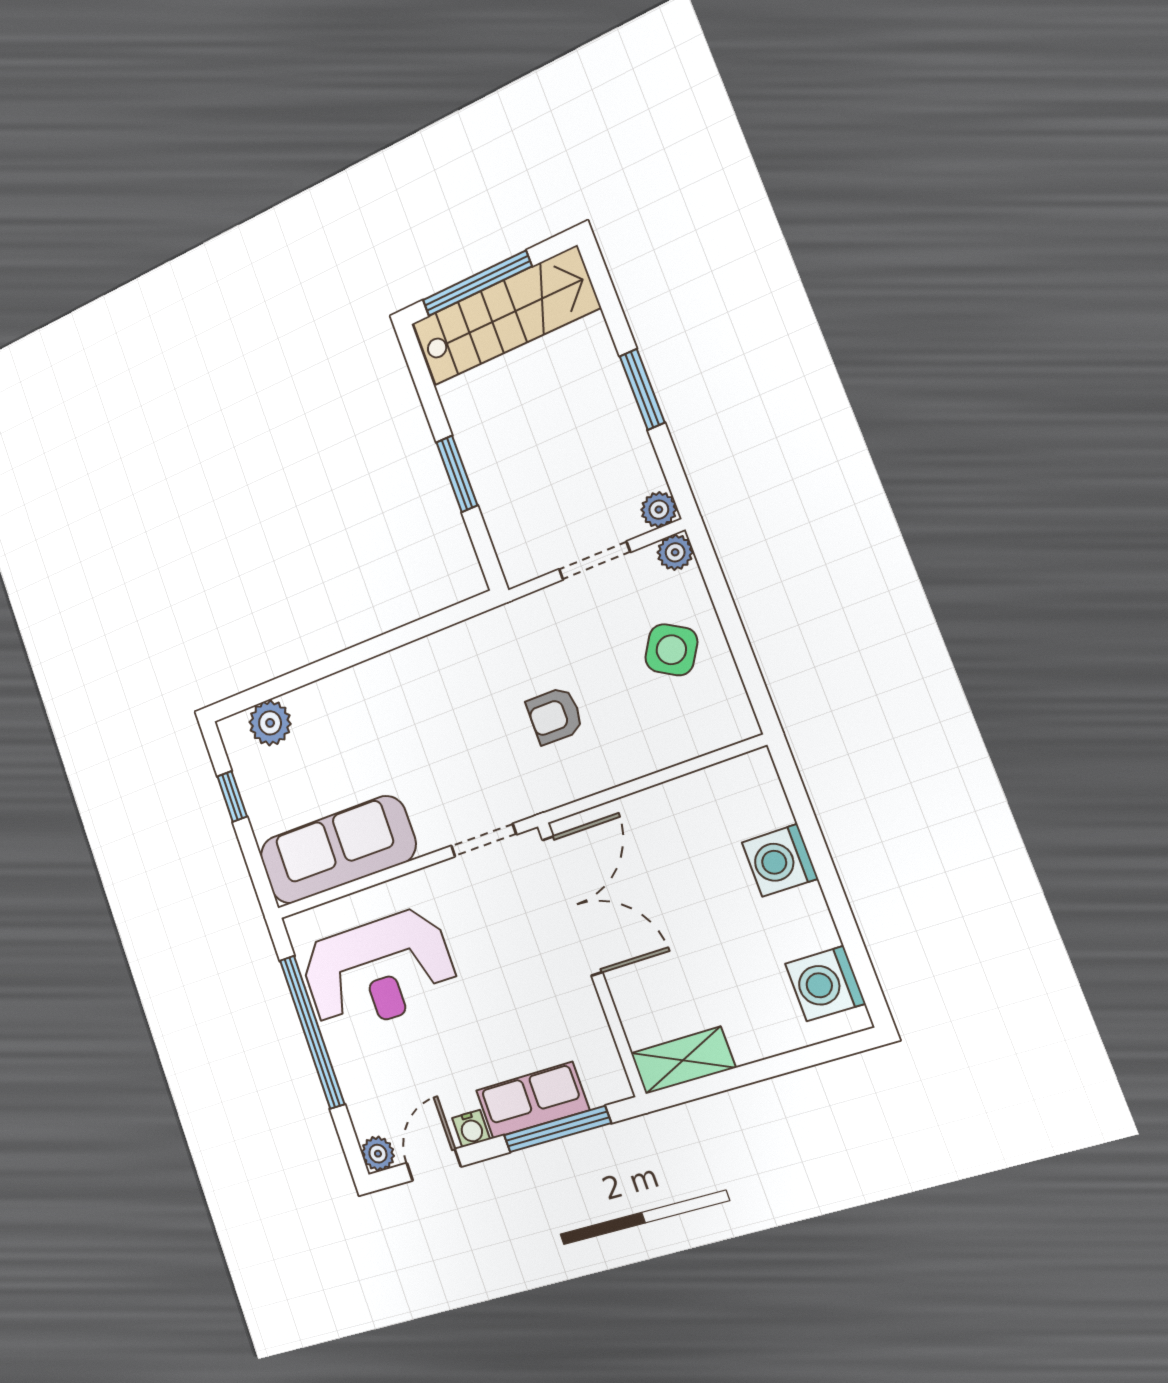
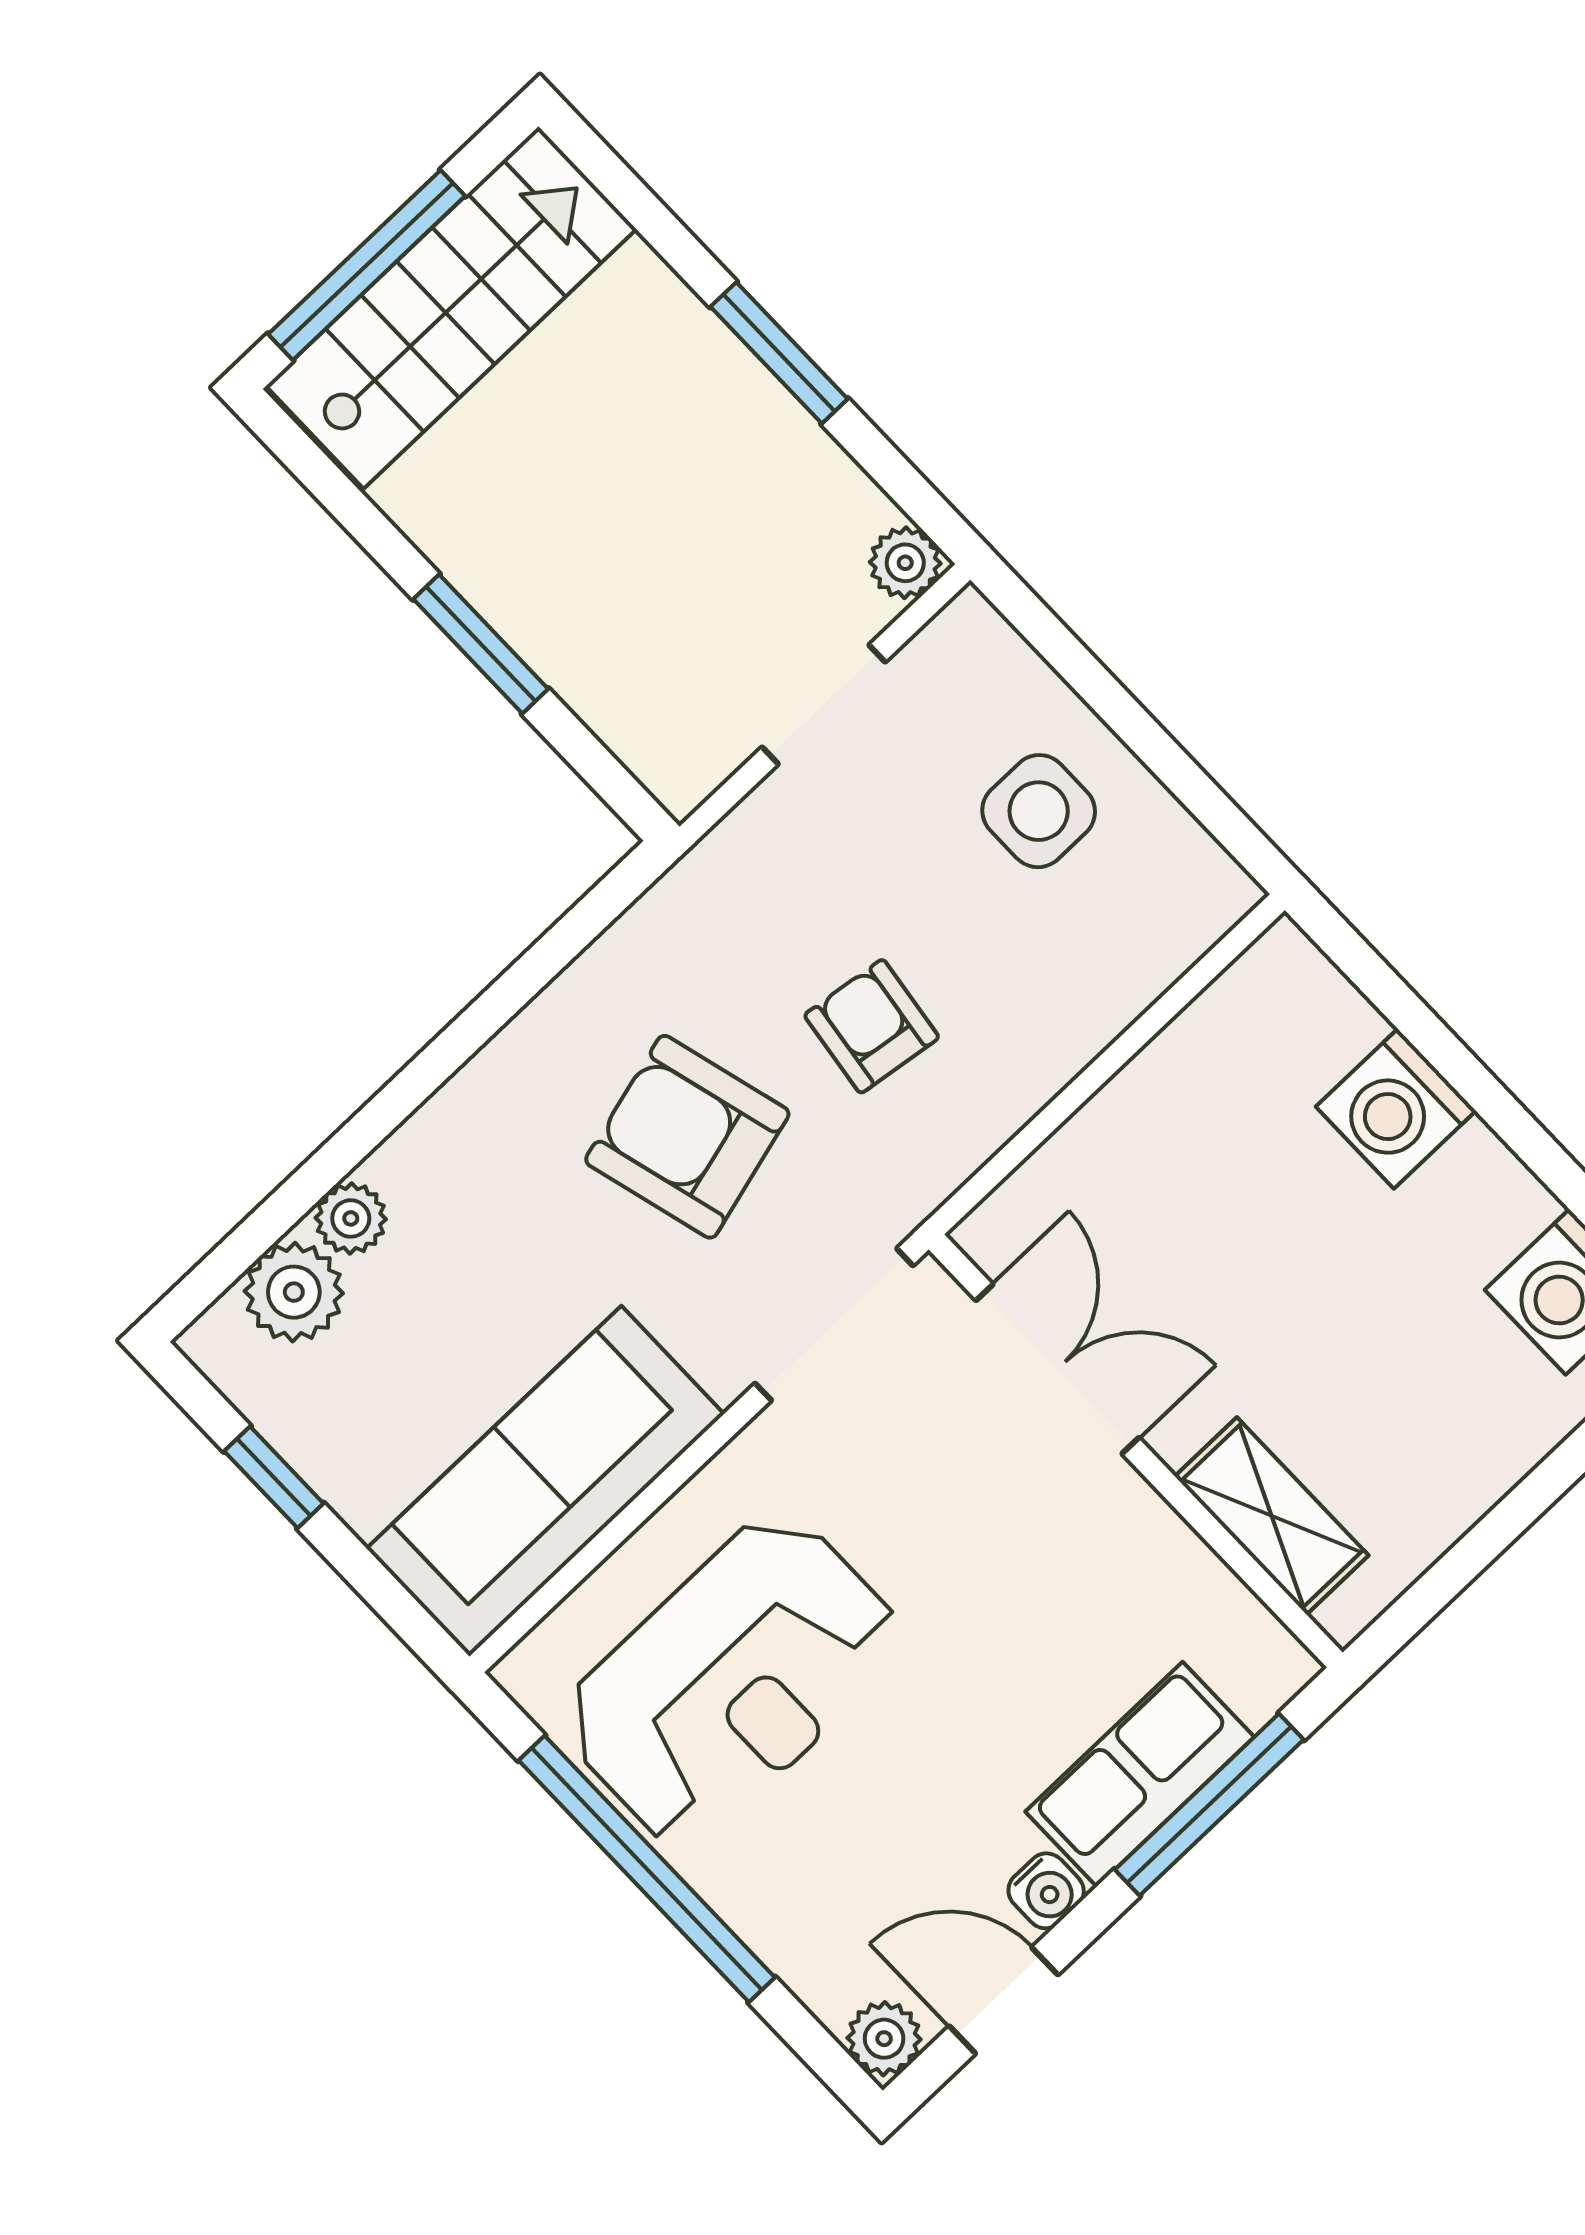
plant: (675, 552) -> (351, 1218), moved
side table: (671, 650) -> (1039, 811), turned -31
armchair: (555, 716) -> (872, 1026), turned 98
armchair: (455, 729) -> (687, 1137), added
doorway: (484, 840) -> (834, 1324), width x1.38
double door: (572, 906) -> (1058, 1369), width x0.73
shelving: (683, 1060) -> (1272, 1516), moved, turned 90
door: (434, 1165) -> (1004, 2000), hinge flipped

